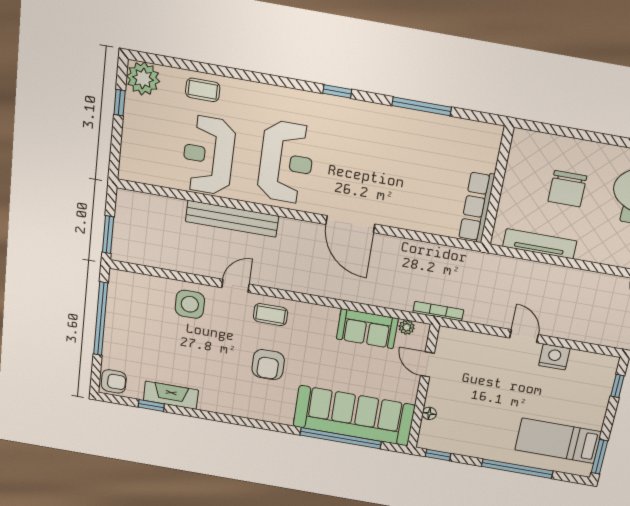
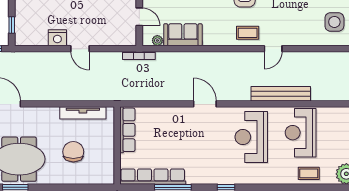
row of seats: (450, 129) -> (153, 177), added
reception desk: (208, 155) -> (301, 133), turned 180
door: (350, 224) -> (205, 104), width x0.73
side table: (190, 304) -> (334, 22), moved

